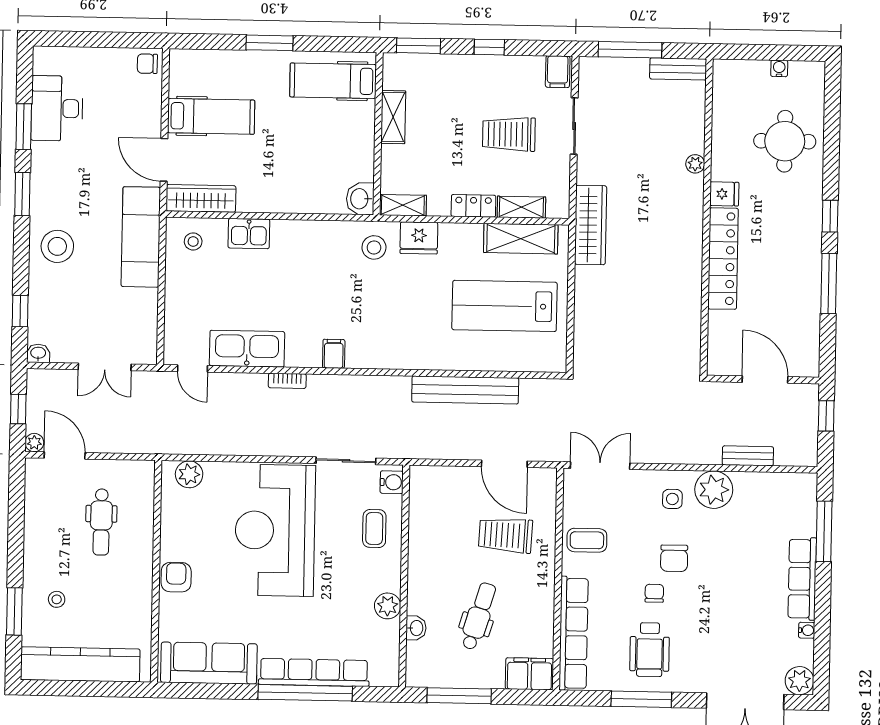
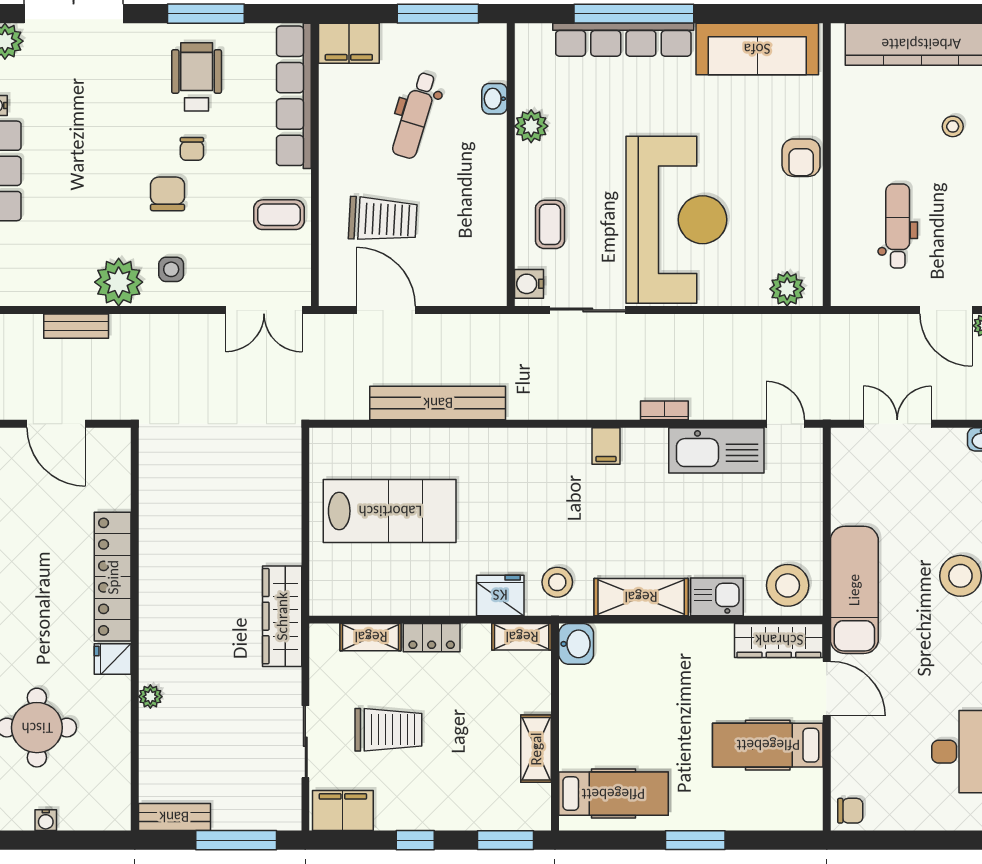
filing cabinet: (558, 72) -> (343, 811), width x2.00
shelving: (521, 239) -> (641, 597), moved
stool: (193, 241) -> (788, 585), width x1.89, depth x1.89

